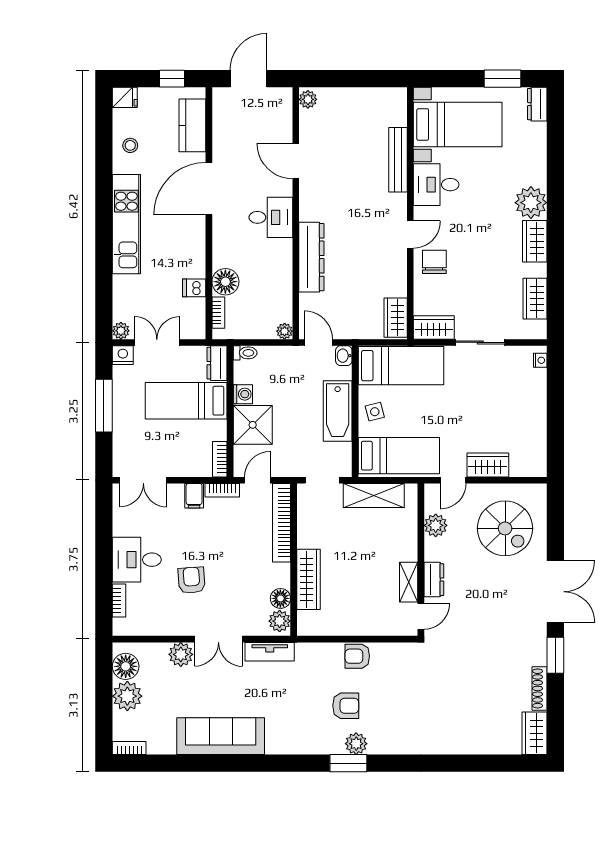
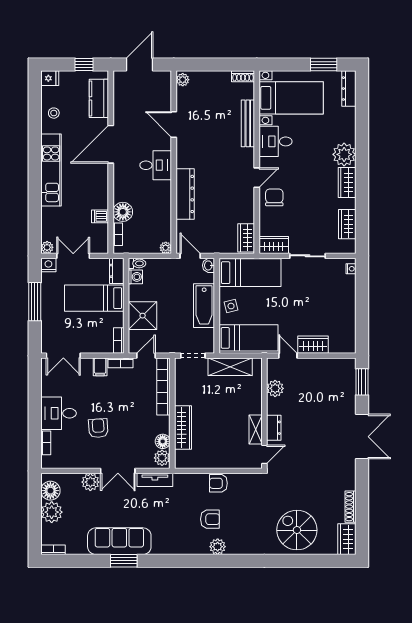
shoe rack: (391, 95) -> (243, 76), added
dresser: (537, 104) -> (349, 89), width x1.44
washing machine: (243, 394) -> (135, 277), moved
door: (453, 480) -> (288, 356), swing flipped
spiral stairs: (505, 528) -> (297, 530), moved, turned 180
window: (555, 655) -> (362, 382), moved
window: (348, 763) -> (124, 561), moved

